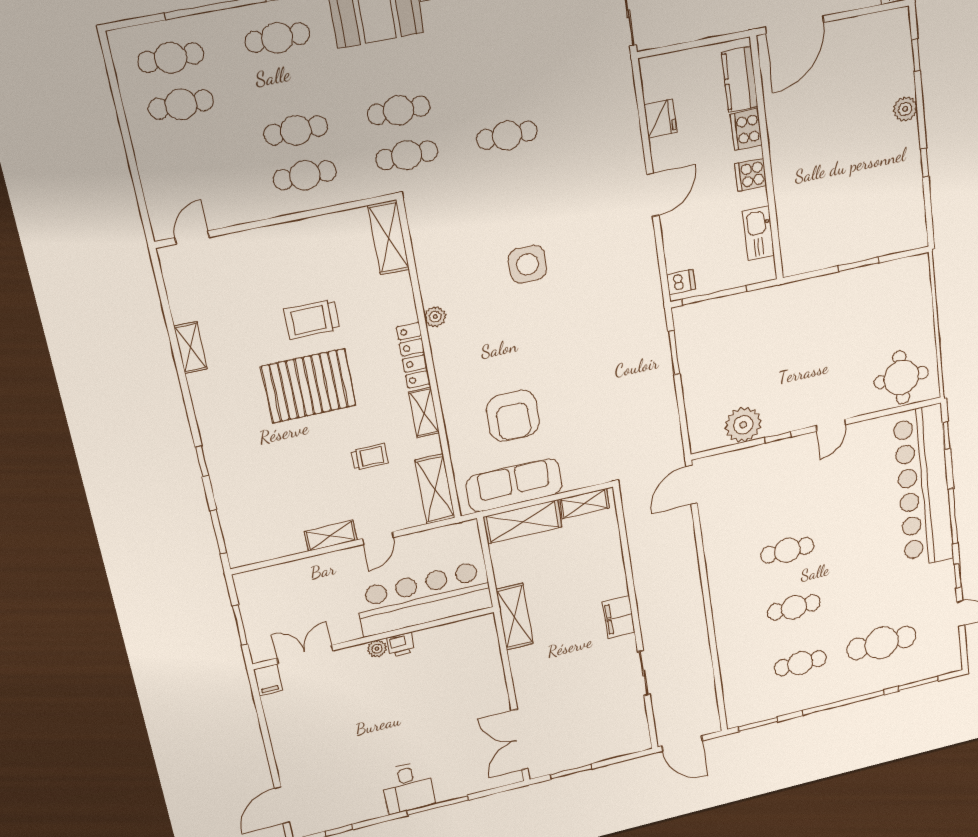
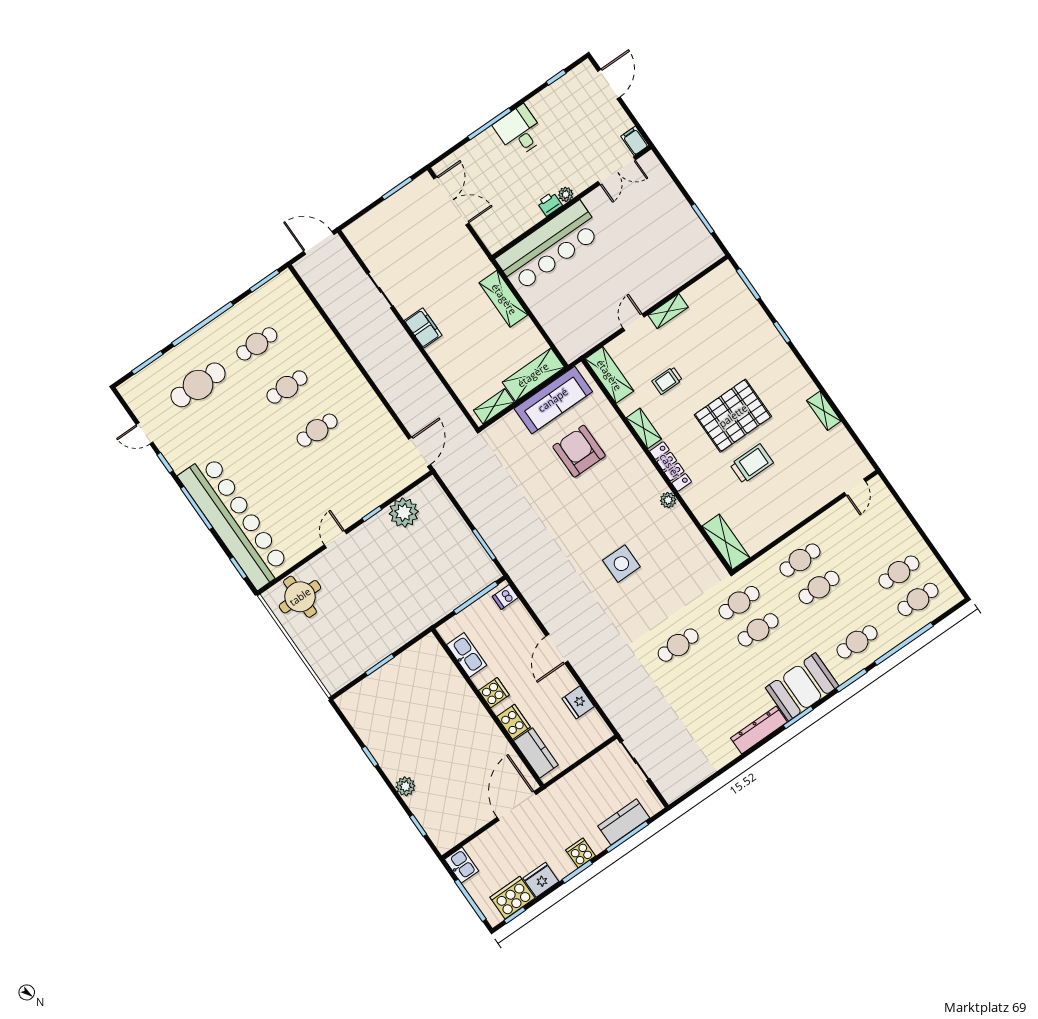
bar counter: (424, 599) -> (549, 246), moved
wall: (374, 638) -> (572, 202), moved
printer: (401, 645) -> (550, 204), moved
plant: (377, 649) -> (566, 194), moved
double door: (305, 654) -> (617, 171), moved
filing cabinet: (268, 680) -> (635, 141), moved

